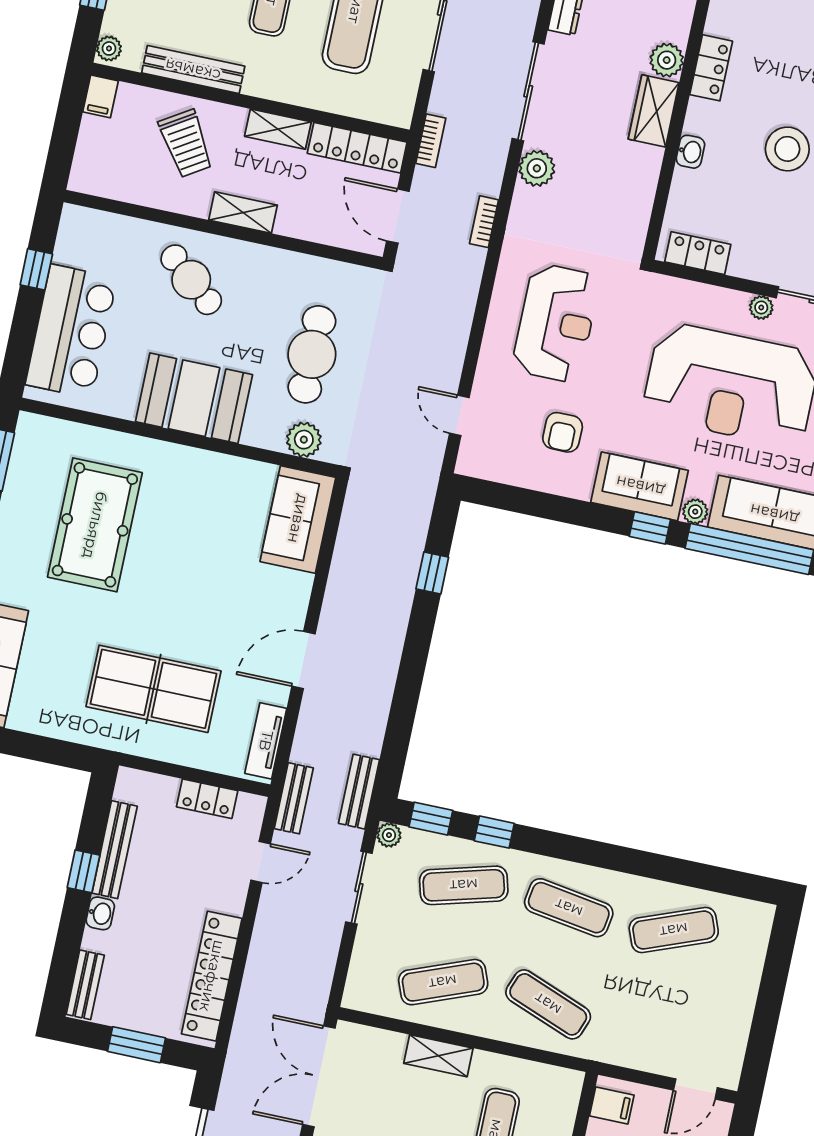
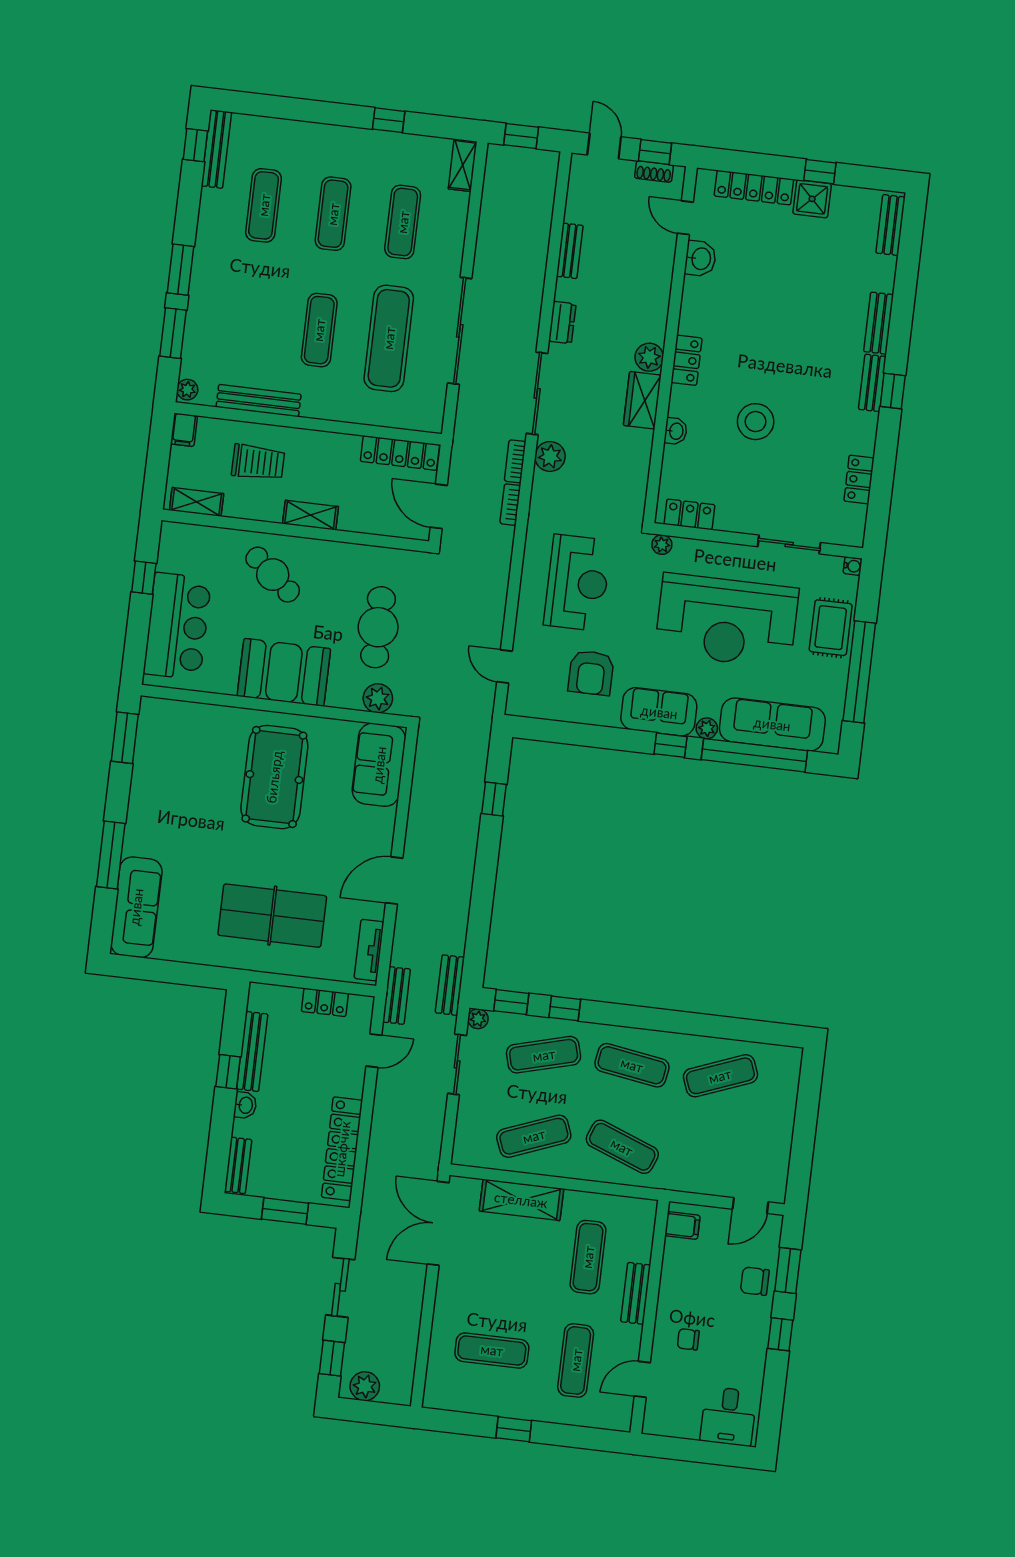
shelving: (278, 129) -> (197, 502), moved
bookcase: (431, 141) -> (515, 461), moved, turned 180
trolley: (186, 143) -> (258, 462), turned -58
plant: (761, 307) -> (662, 545), moved
armchair: (563, 432) -> (591, 673), width x1.38, depth x1.38
pool table: (95, 525) -> (274, 777), moved
shelving: (438, 1056) -> (521, 1200), width x1.50, depth x1.33

